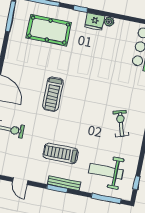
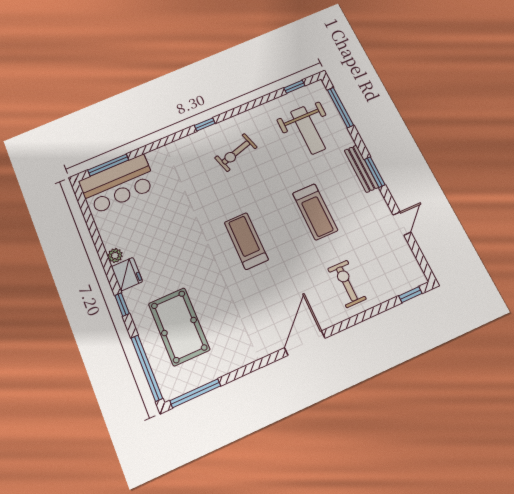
treadmill: (53, 94) -> (246, 241), moved, turned -90
treadmill: (61, 153) -> (315, 212), moved

